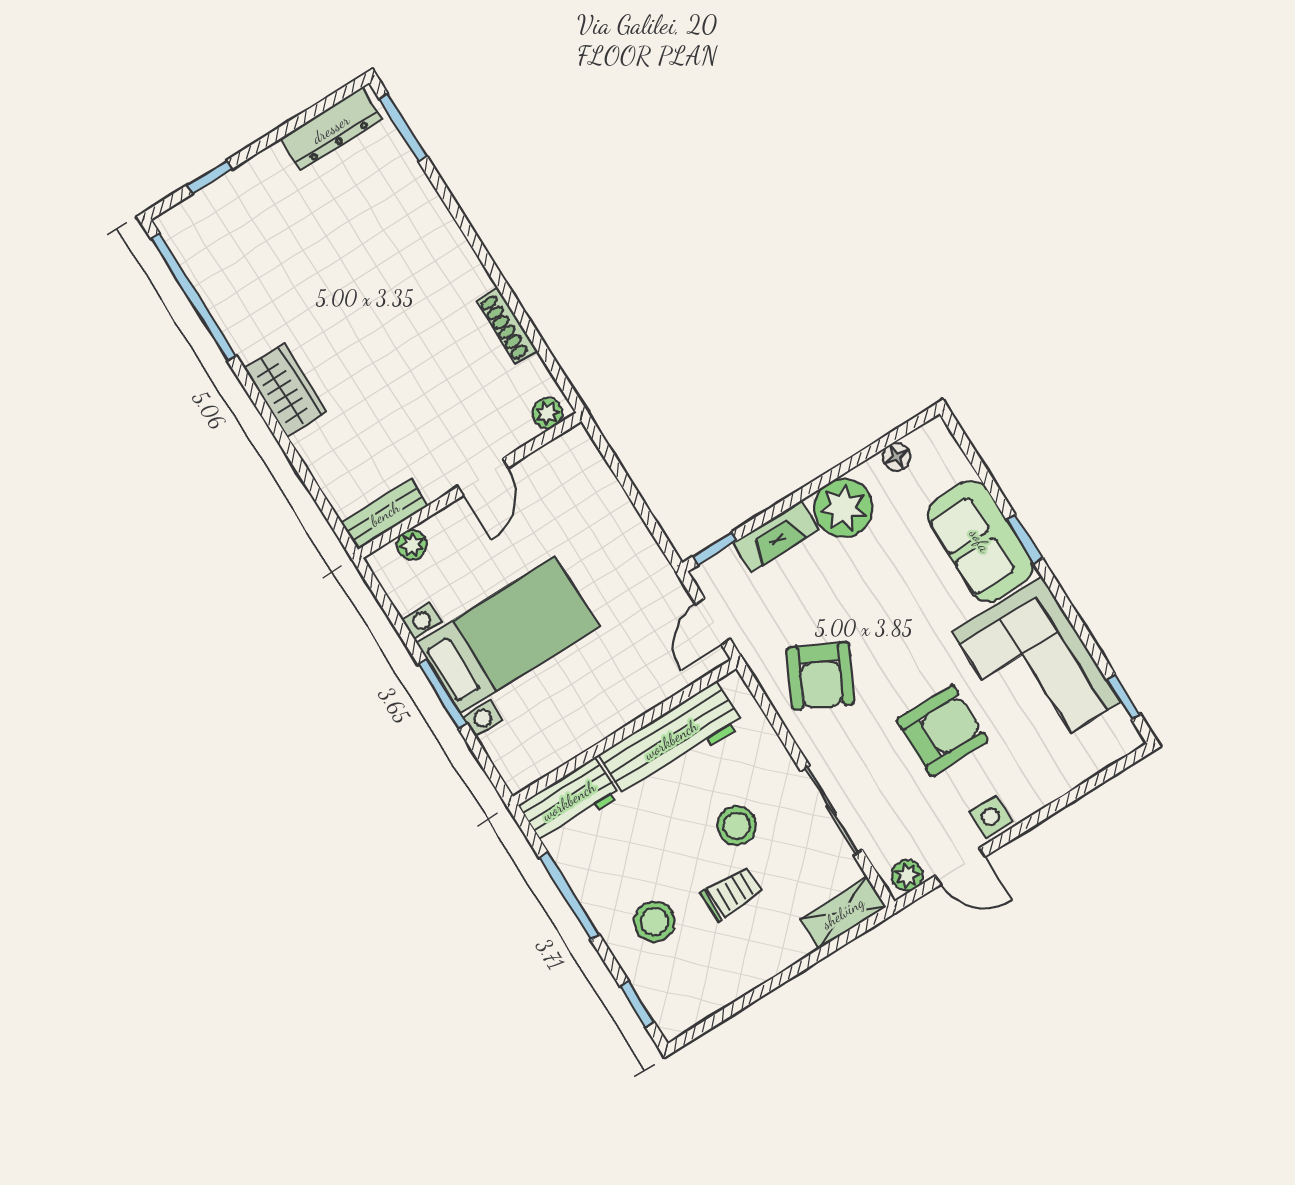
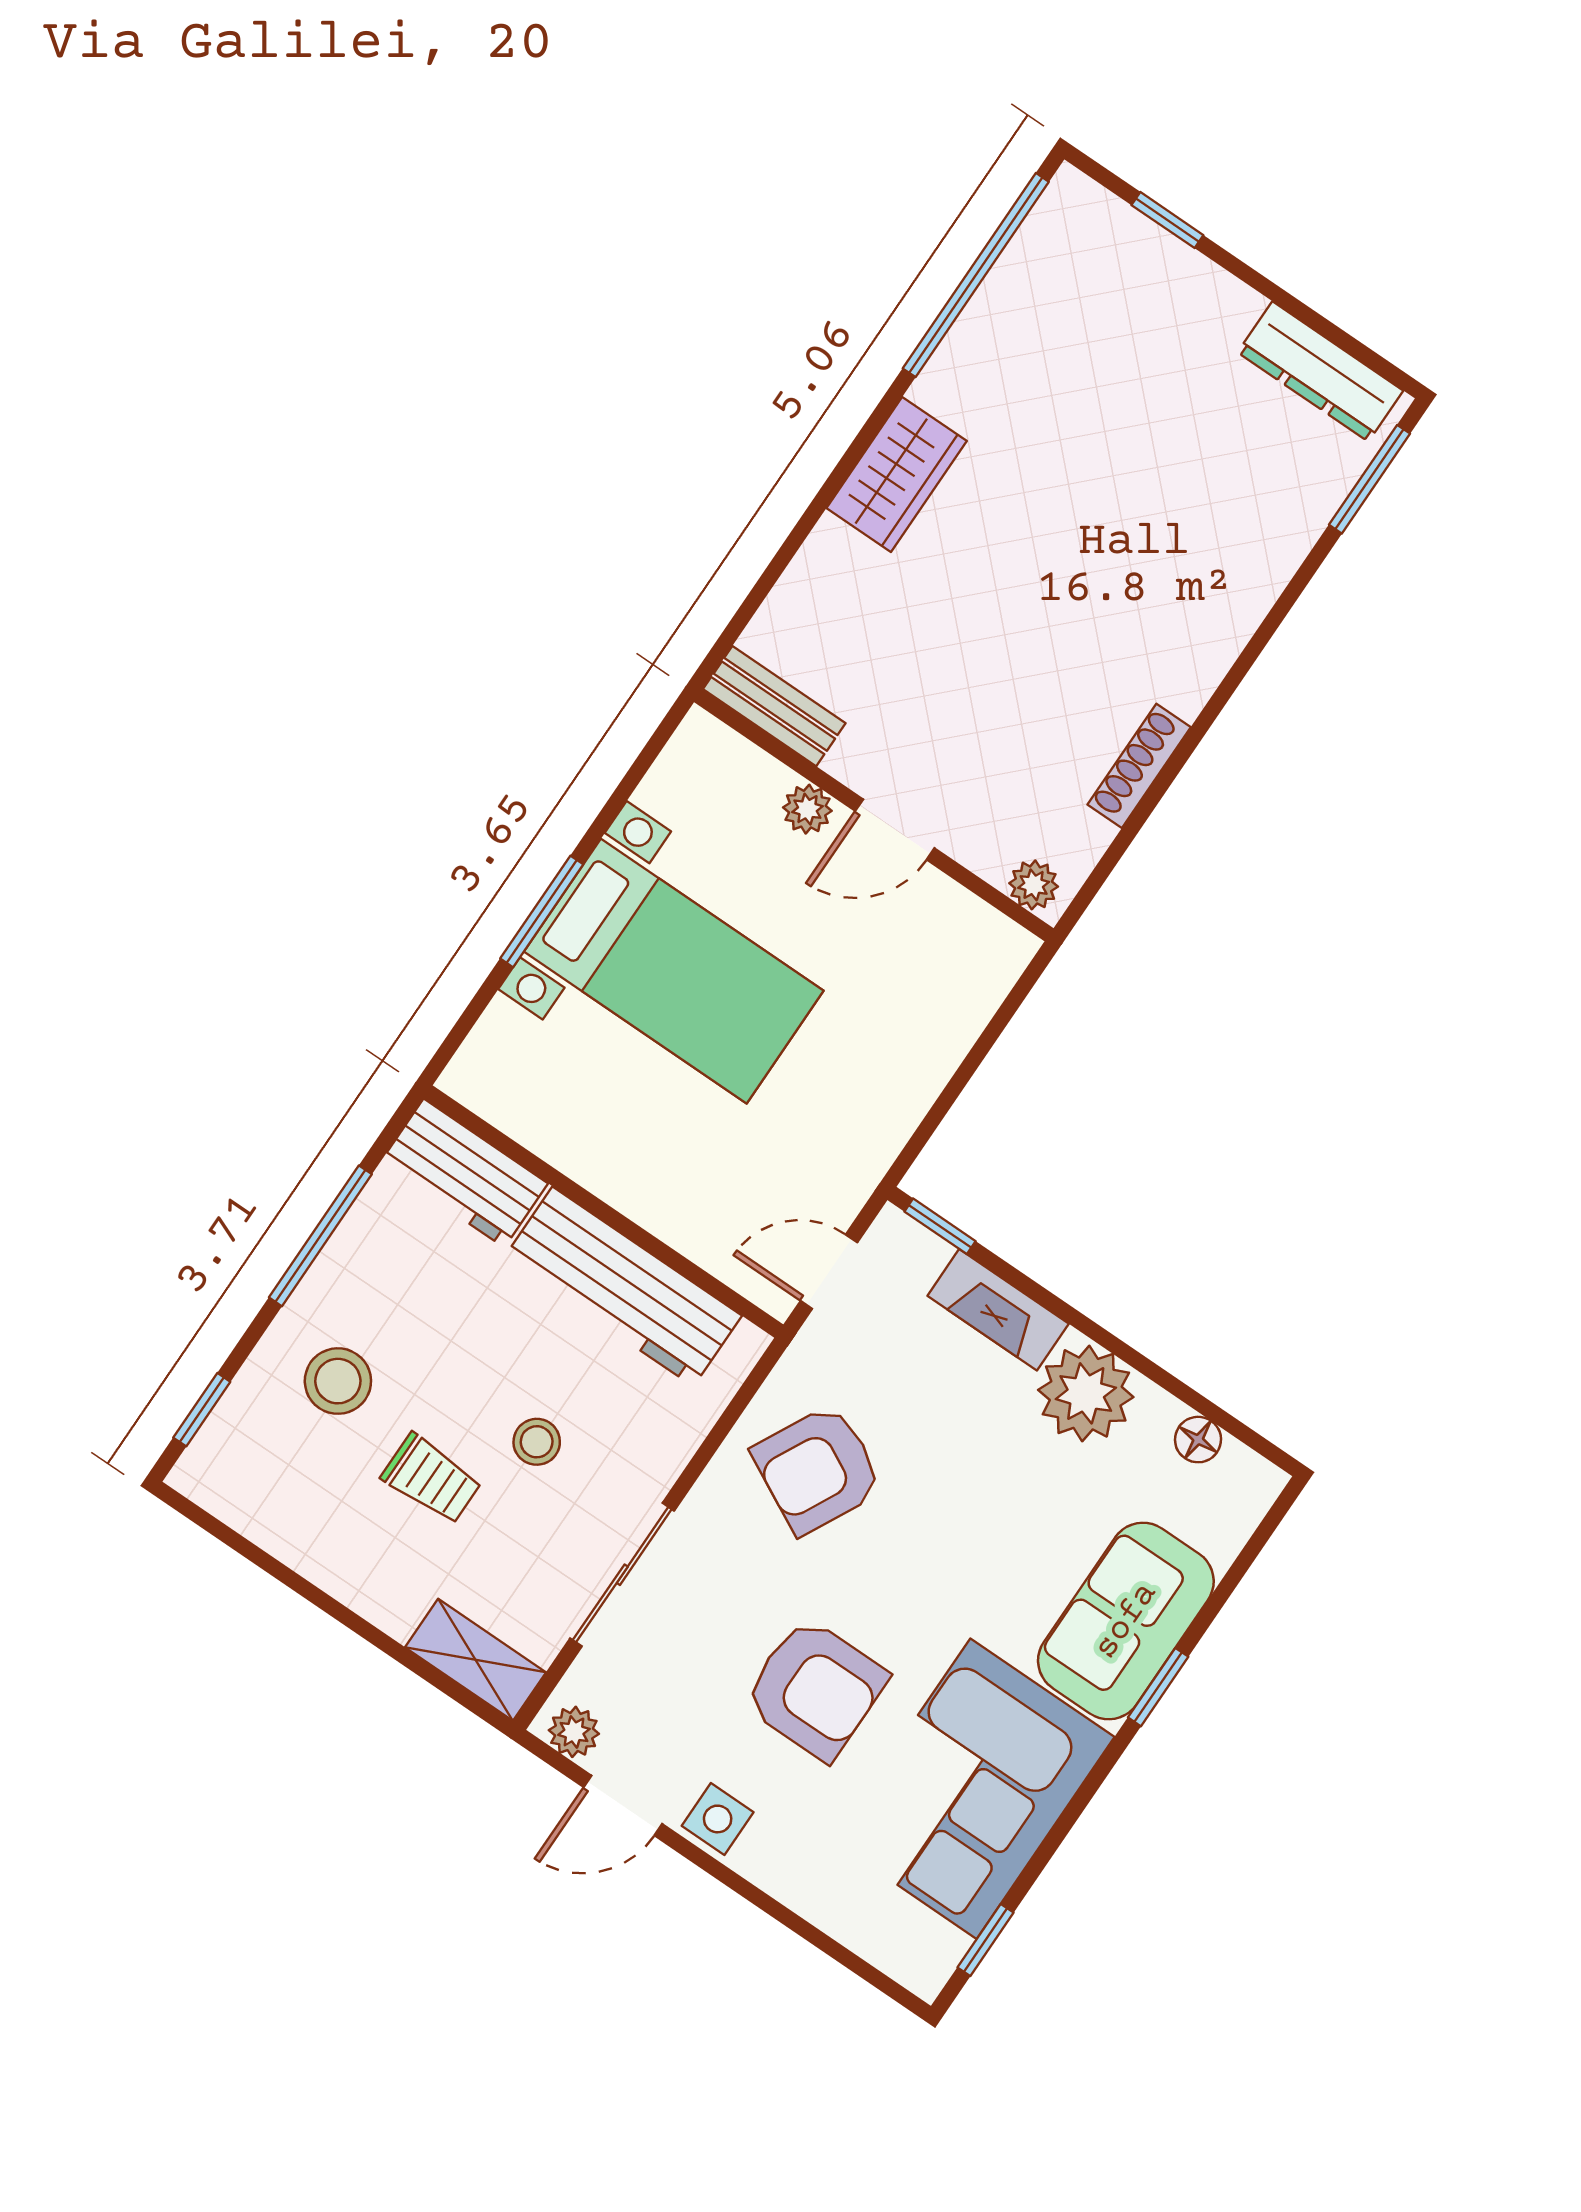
plant: (412, 545) -> (807, 809), moved
stool: (737, 826) -> (537, 1442), width x0.73, depth x0.73
door: (960, 866) -> (623, 1805), hinge flipped

